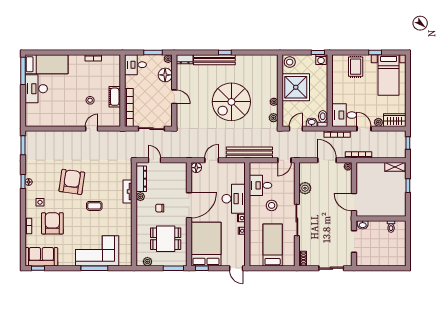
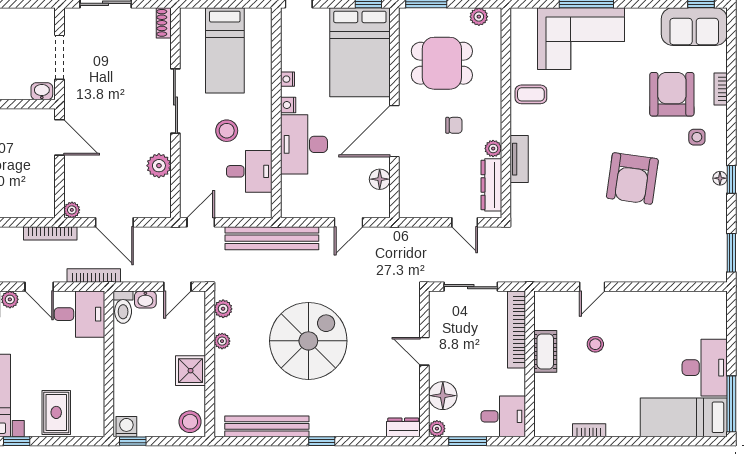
bench: (214, 60) -> (267, 426), moved
shower: (296, 87) -> (191, 371), width x0.54, depth x0.54
floor lamp: (196, 168) -> (380, 179), moved
coffee table: (94, 206) -> (531, 94), moved
armchair: (52, 223) -> (672, 94), turned 180

